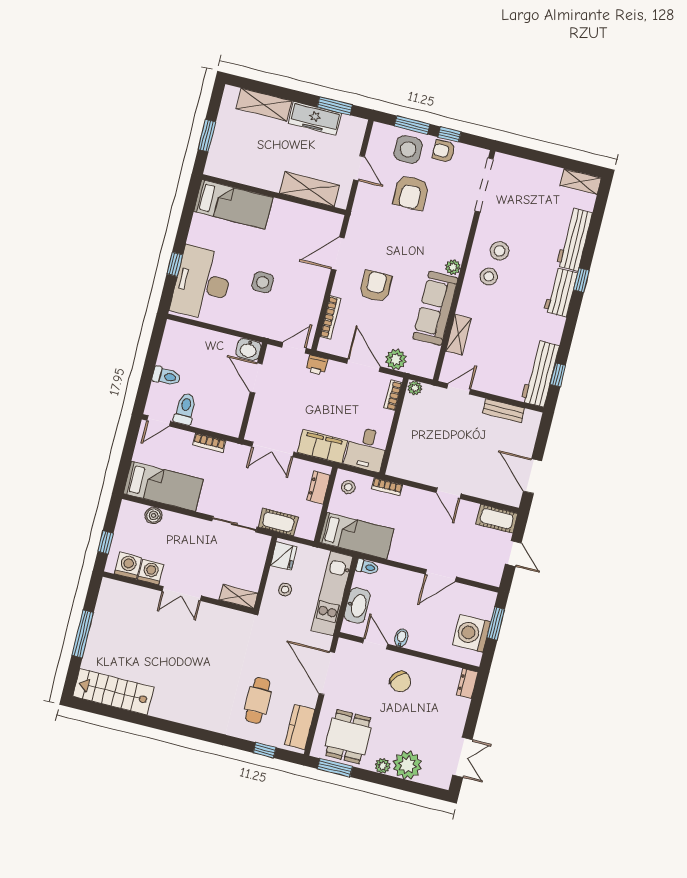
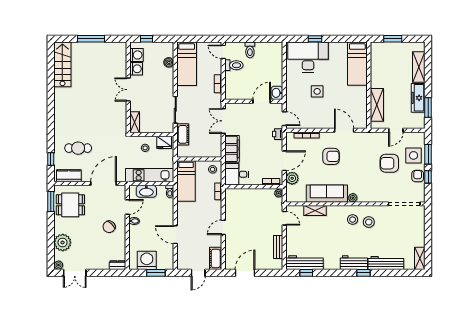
dresser: (318, 488) -> (208, 152), removed
plant: (383, 766) -> (59, 265), moved

